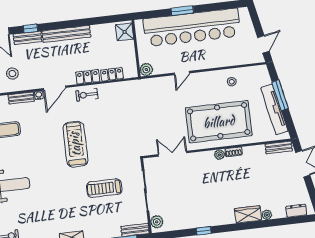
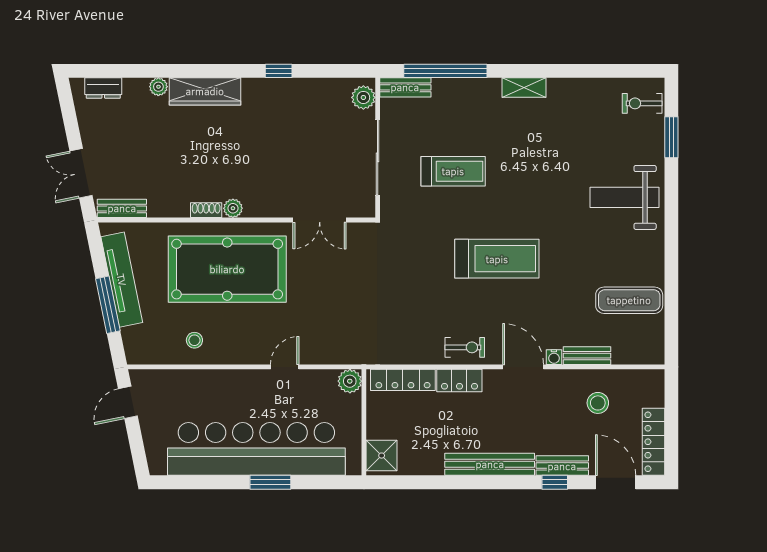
locker: (112, 74) -> (403, 380), width x1.53
door: (55, 88) -> (523, 367), hinge flipped
treadmill: (75, 144) -> (497, 259), turned -90
wardrobe: (248, 214) -> (205, 91), width x1.50

